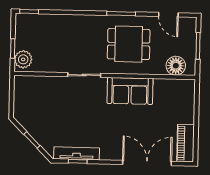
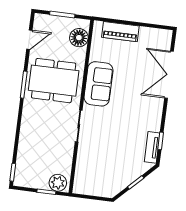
dining table: (129, 44) -> (54, 81), width x1.38
piano: (186, 143) -> (120, 32), moved
tv unit: (77, 153) -> (152, 147), width x0.71

